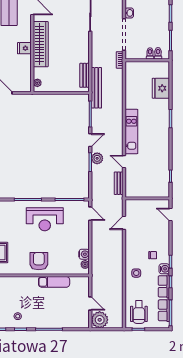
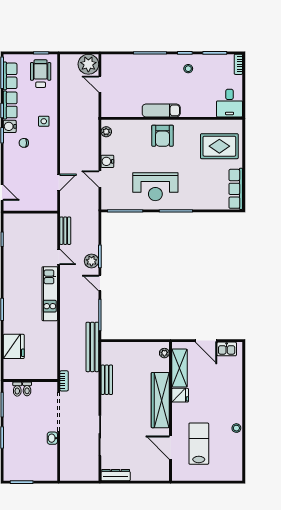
shelving: (25, 70) -> (179, 368), added
bench: (85, 75) -> (107, 380), moved
door: (90, 140) -> (100, 283), hinge flipped
door: (90, 214) -> (100, 179), moved
reception desk: (45, 219) -> (155, 187), turned 180
water cooler: (84, 254) -> (107, 161), moved
exam couch: (54, 282) -> (161, 110), moved

